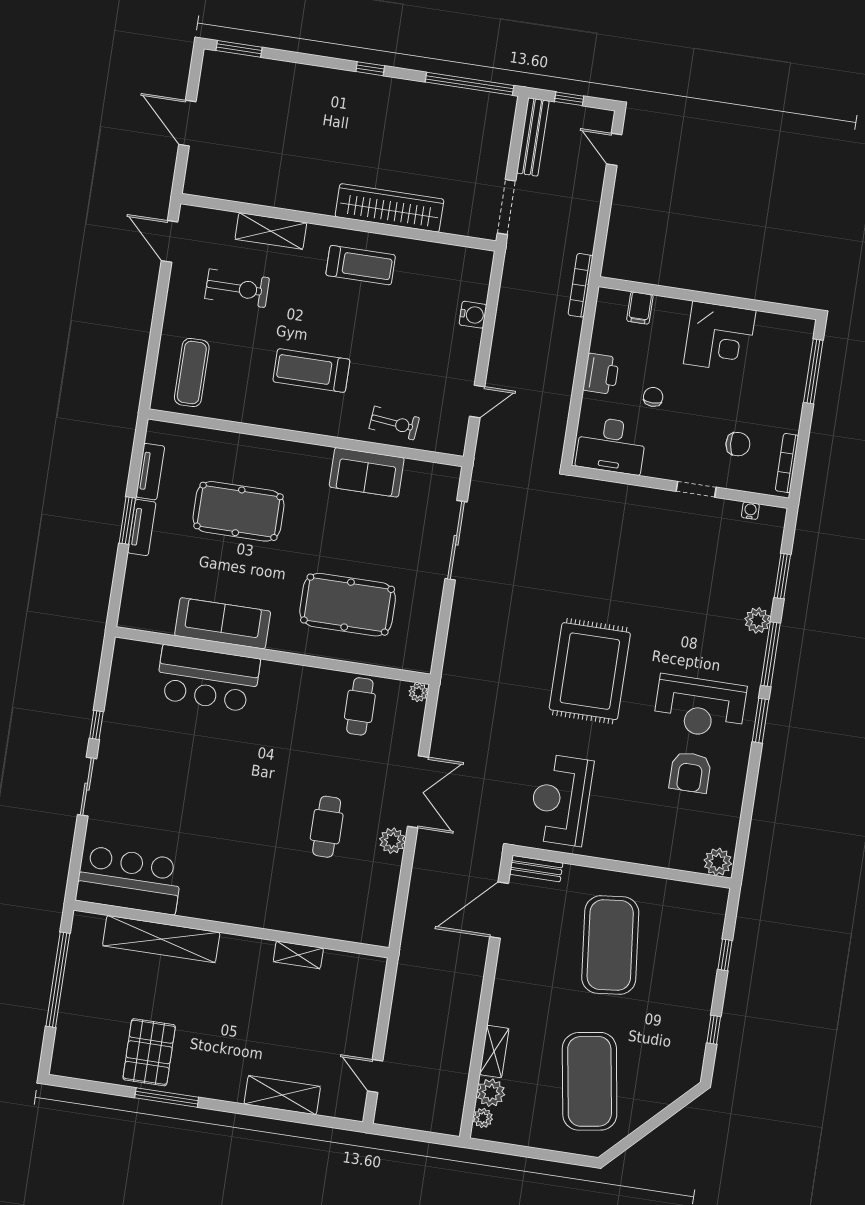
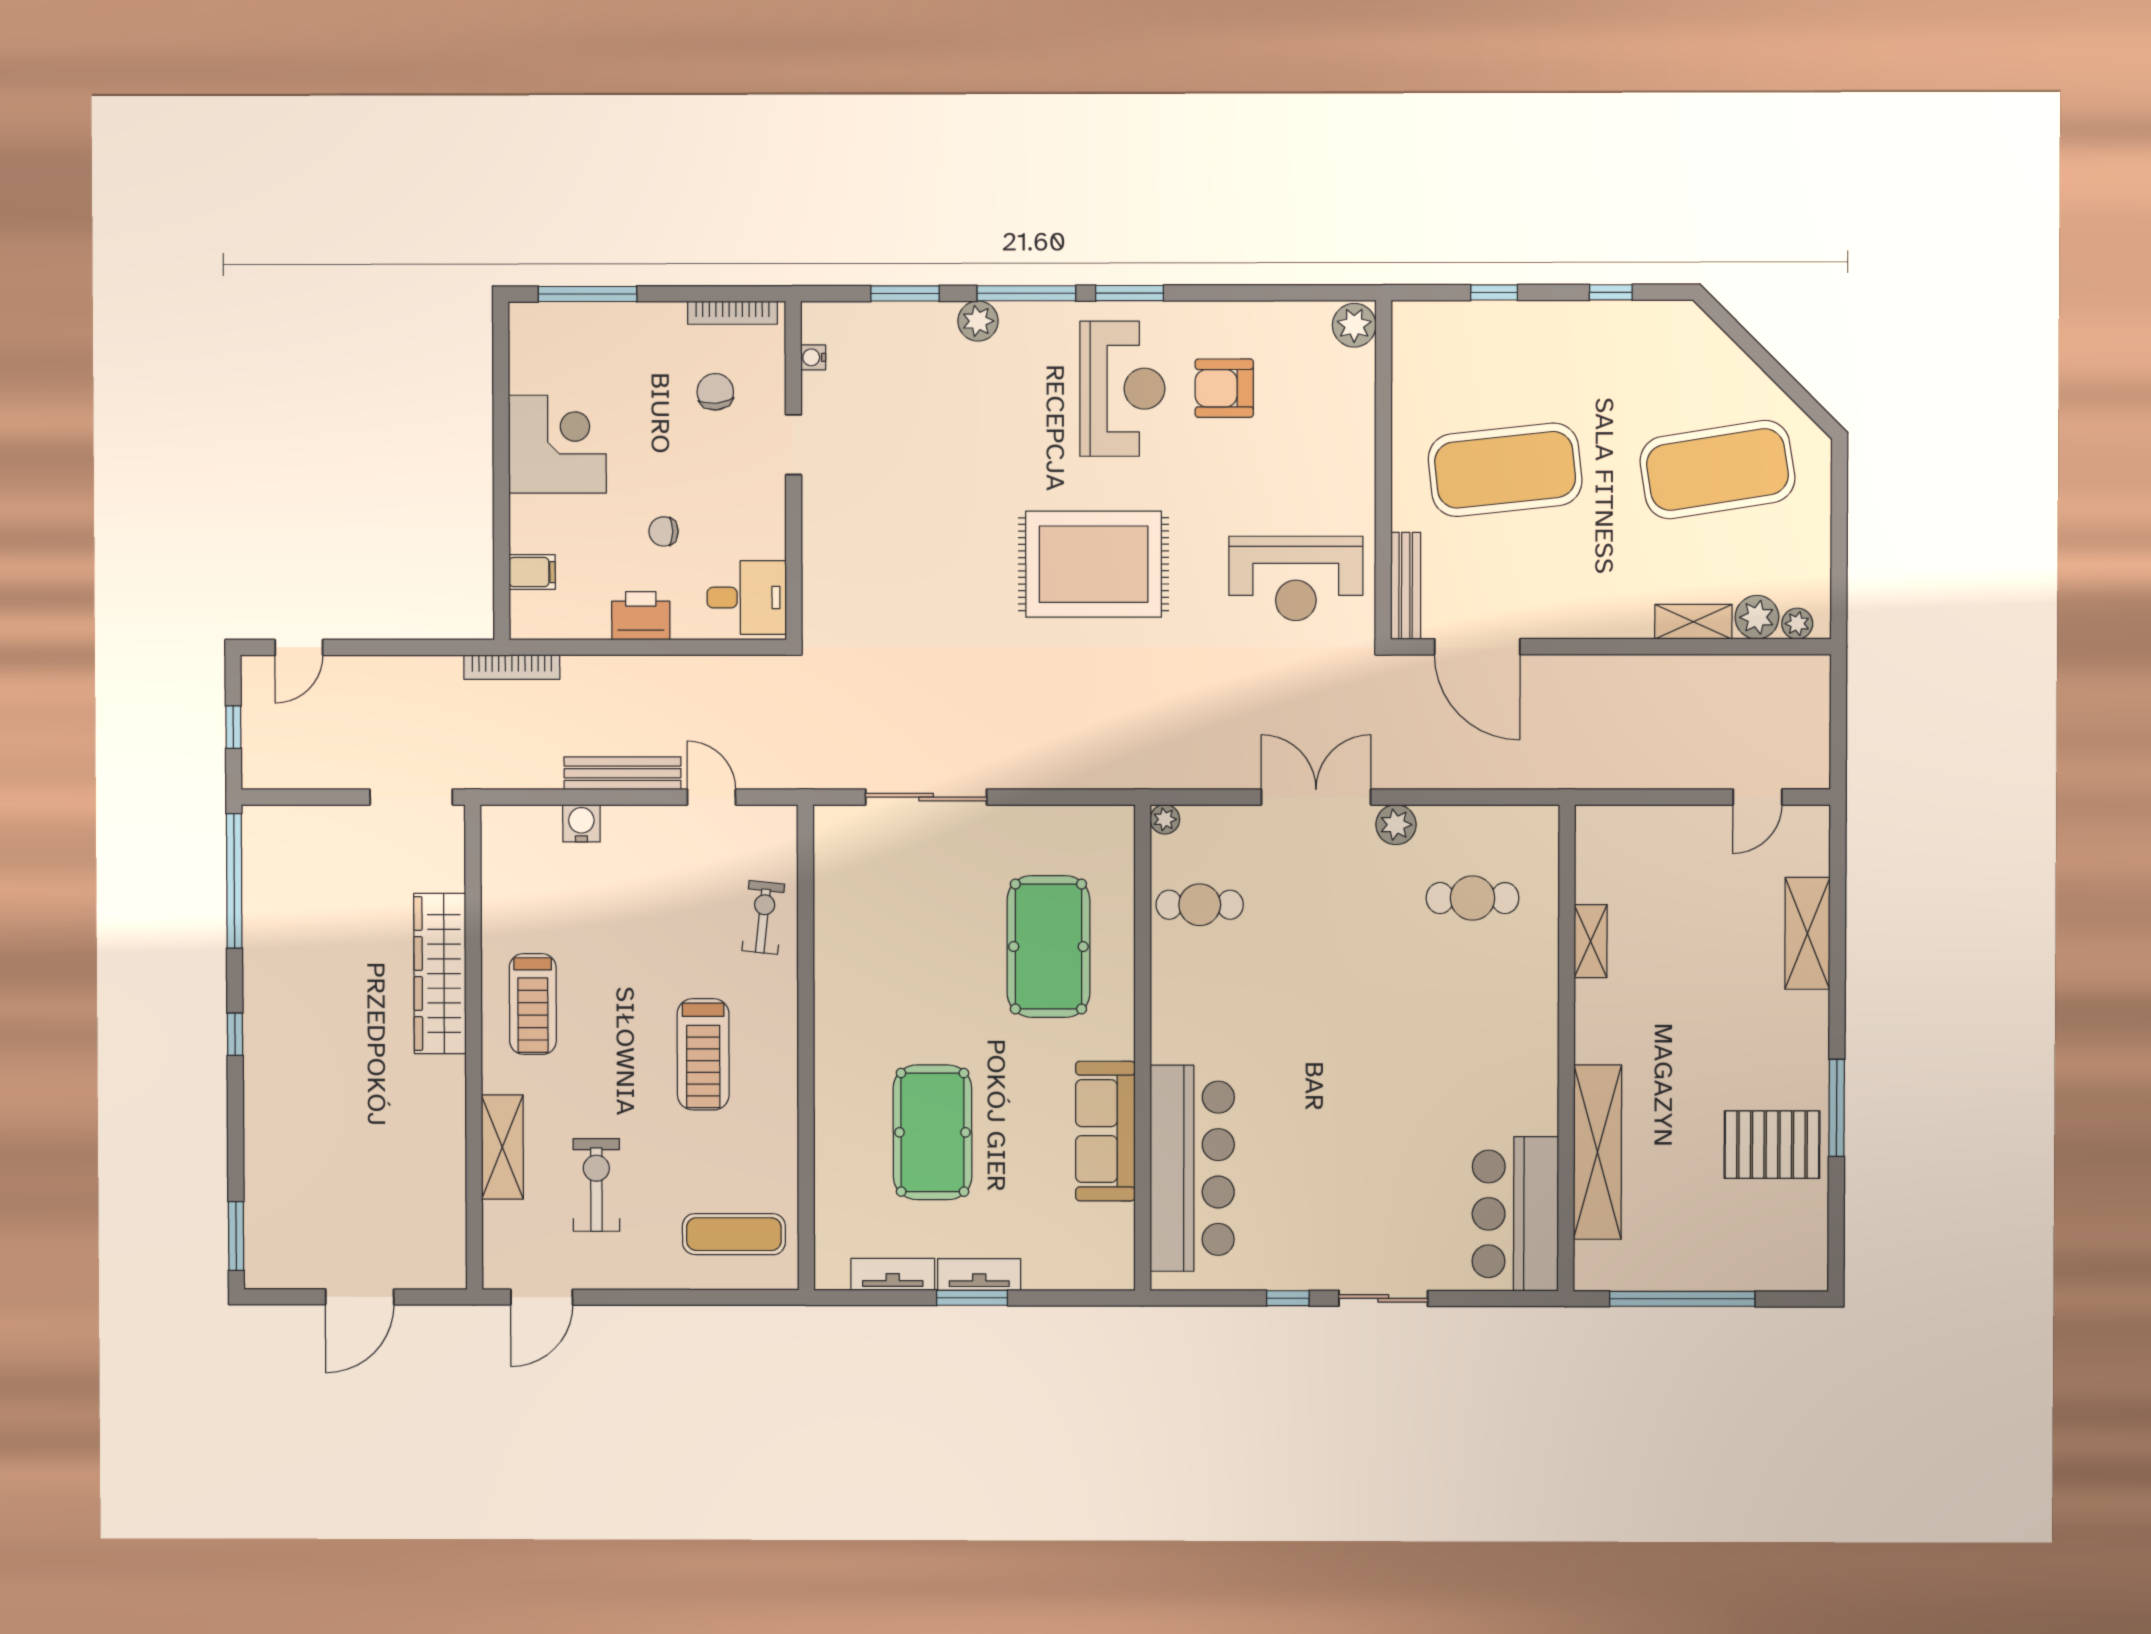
bench: (533, 137) -> (622, 773), moved
treadmill: (361, 265) -> (533, 1004), turned 180
desk: (611, 445) -> (747, 598), width x0.73
sofa: (367, 472) -> (844, 948), removed
bar counter: (208, 678) -> (1192, 1168), width x1.36
armchair: (690, 772) -> (1224, 388), turned 180
cafe table: (327, 827) -> (1473, 898), moved
bench: (536, 869) -> (1406, 586), width x1.36

